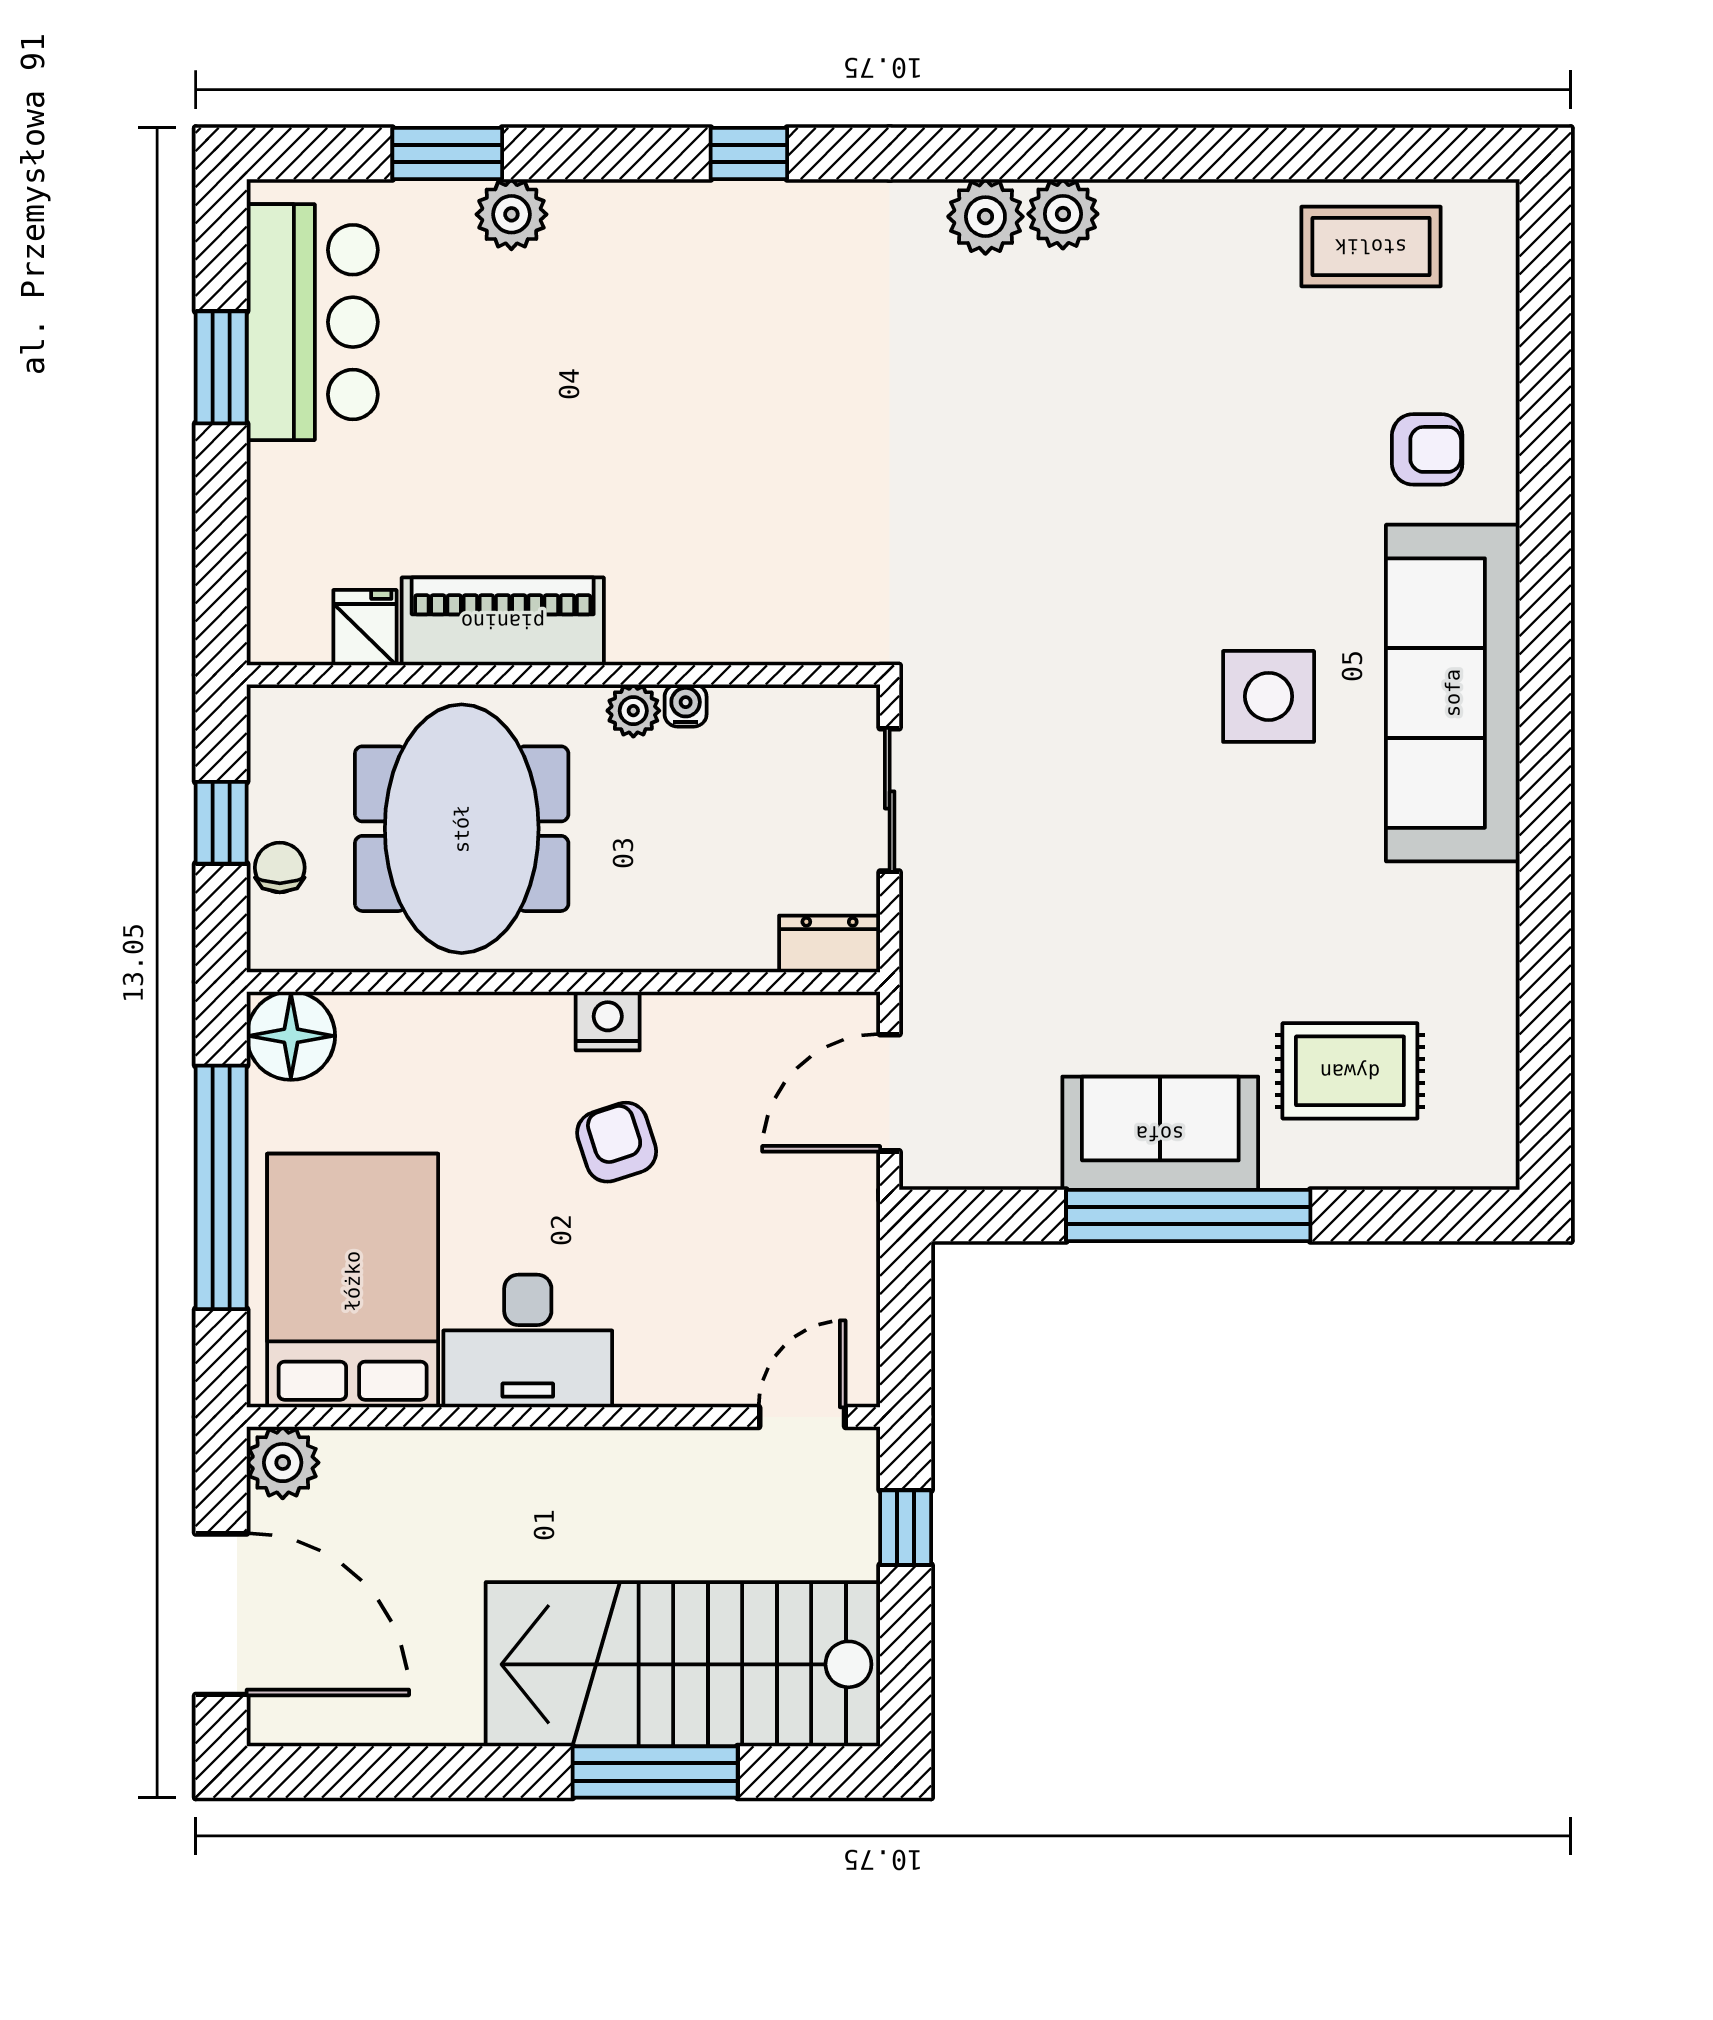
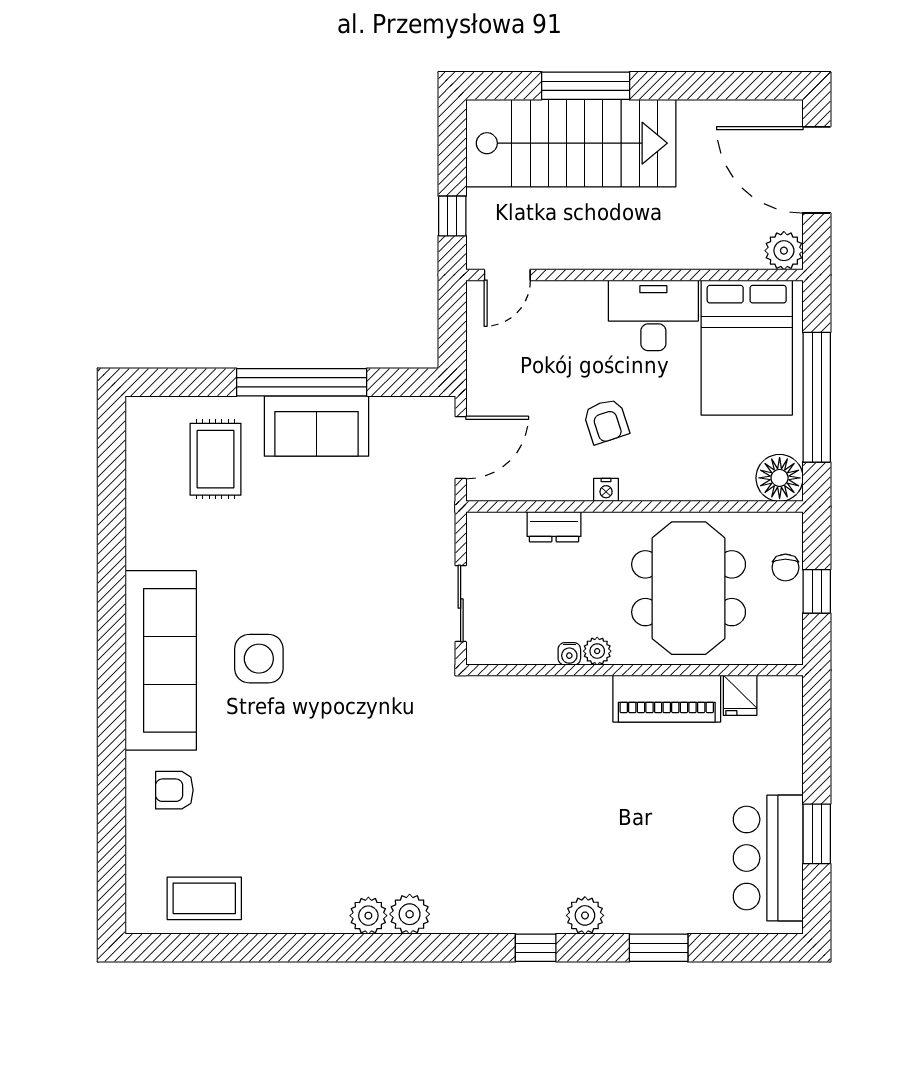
window: (447, 154) -> (659, 948), moved
plant: (511, 214) -> (585, 915), moved
dresser: (830, 944) -> (554, 527), moved
nightstand: (608, 1021) -> (606, 490), width x0.72, depth x0.74
rug: (1350, 1071) -> (216, 459), turned 90

